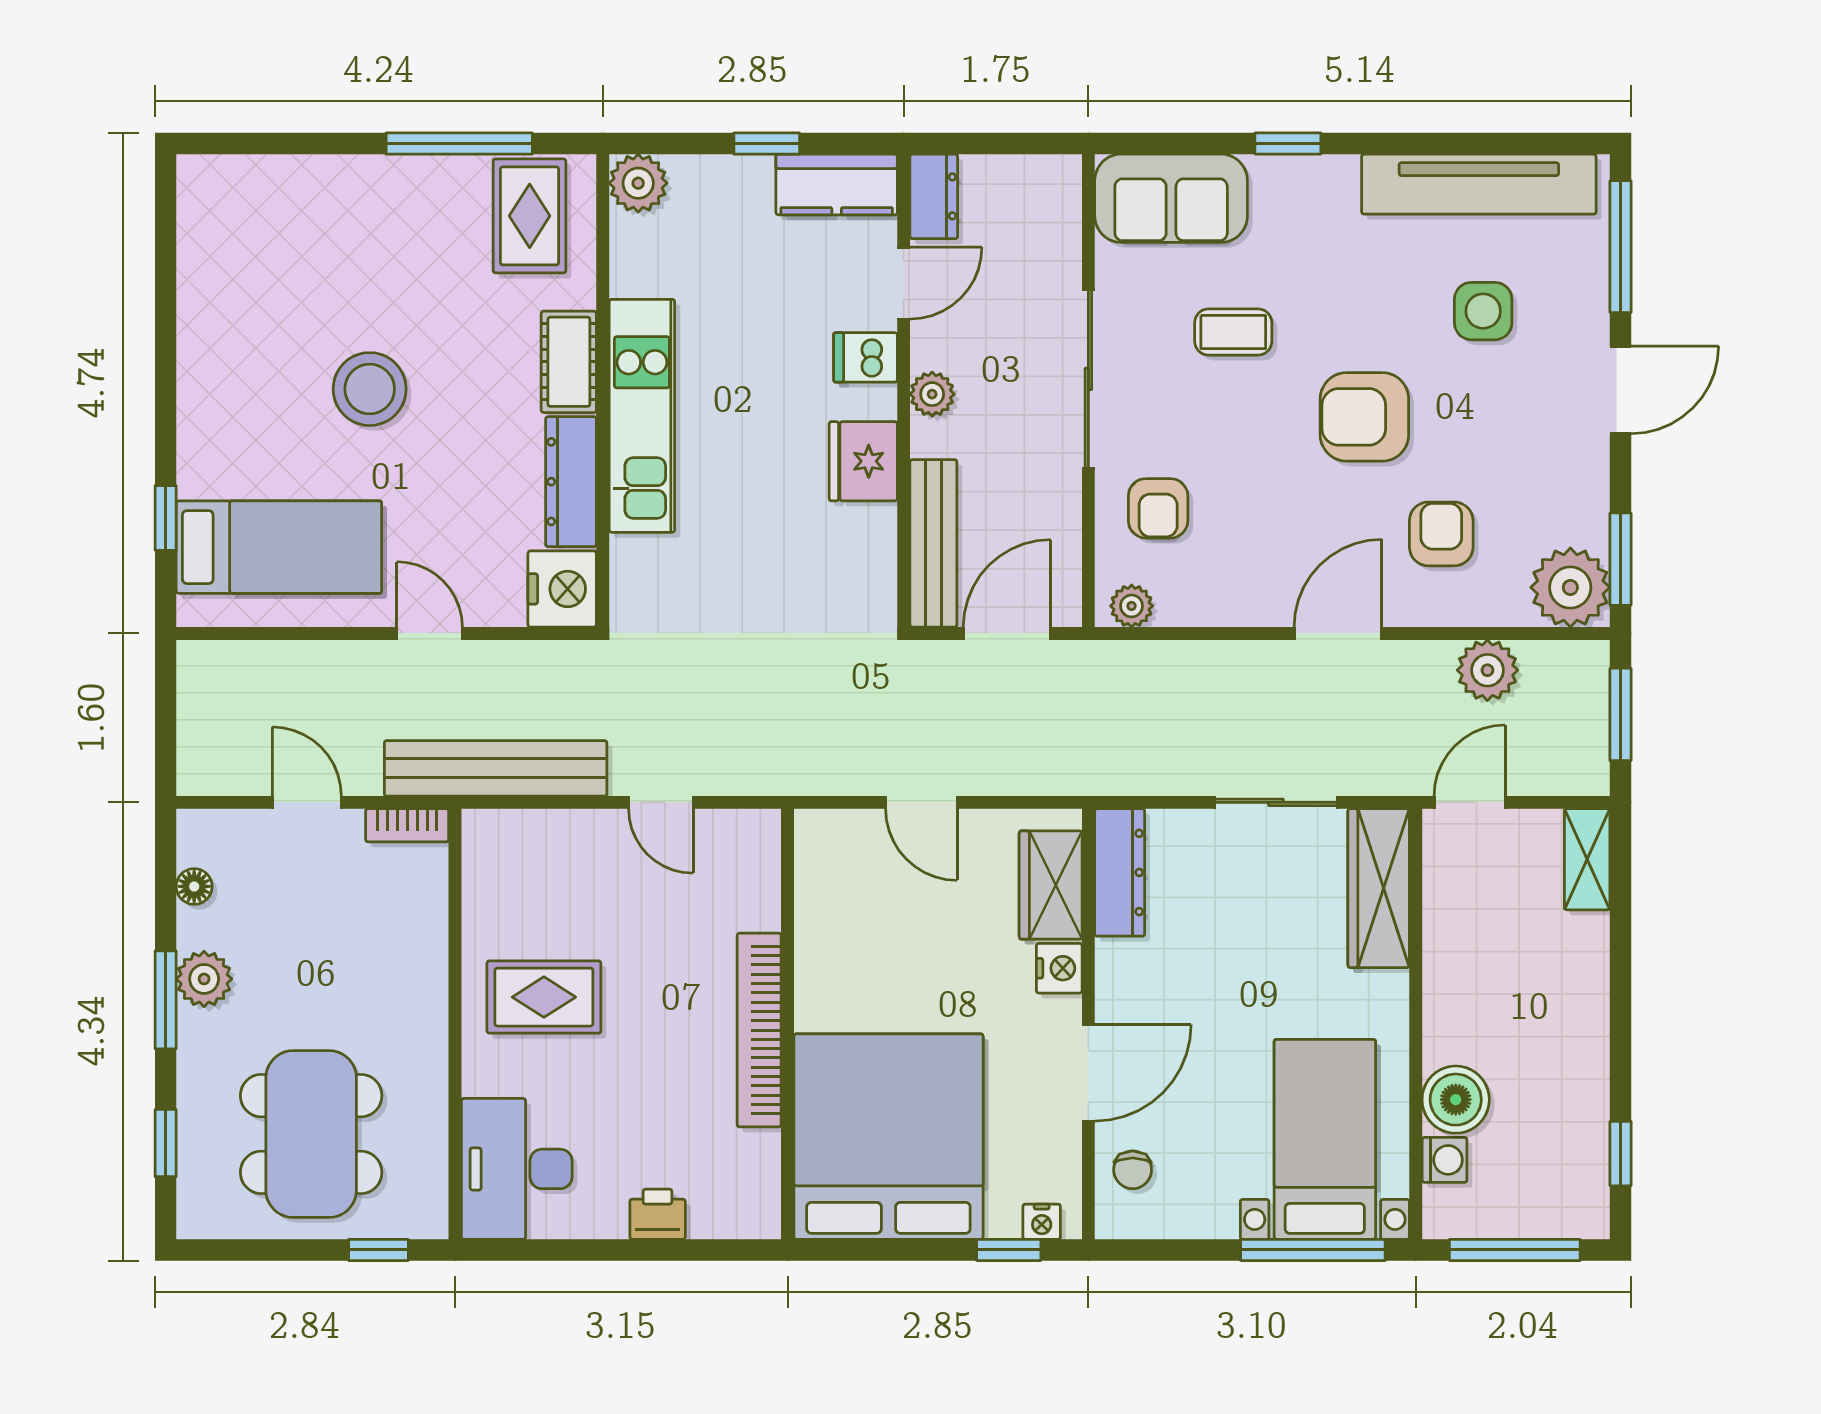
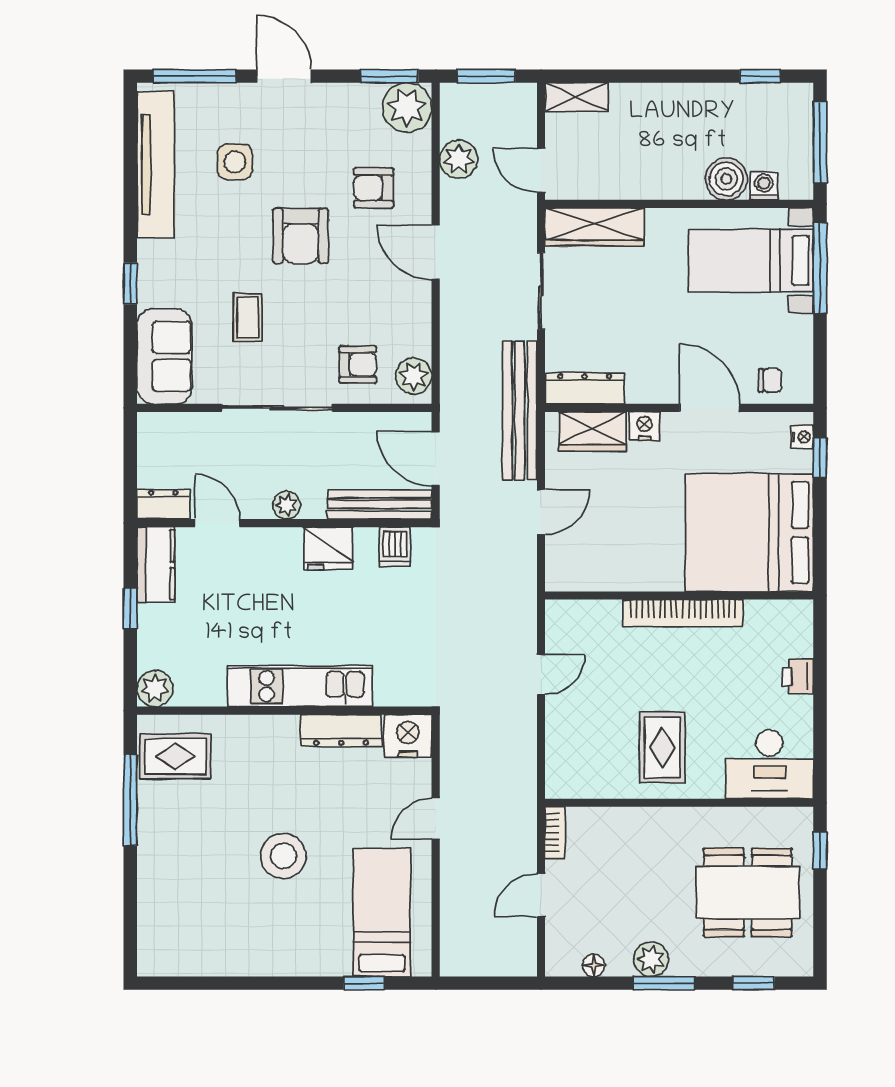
dishwasher: (865, 357) -> (395, 547), moved
cot: (569, 362) -> (266, 732), removed
plant: (1132, 606) -> (414, 376), width x1.38, depth x1.38
bench: (496, 768) -> (520, 410), moved

